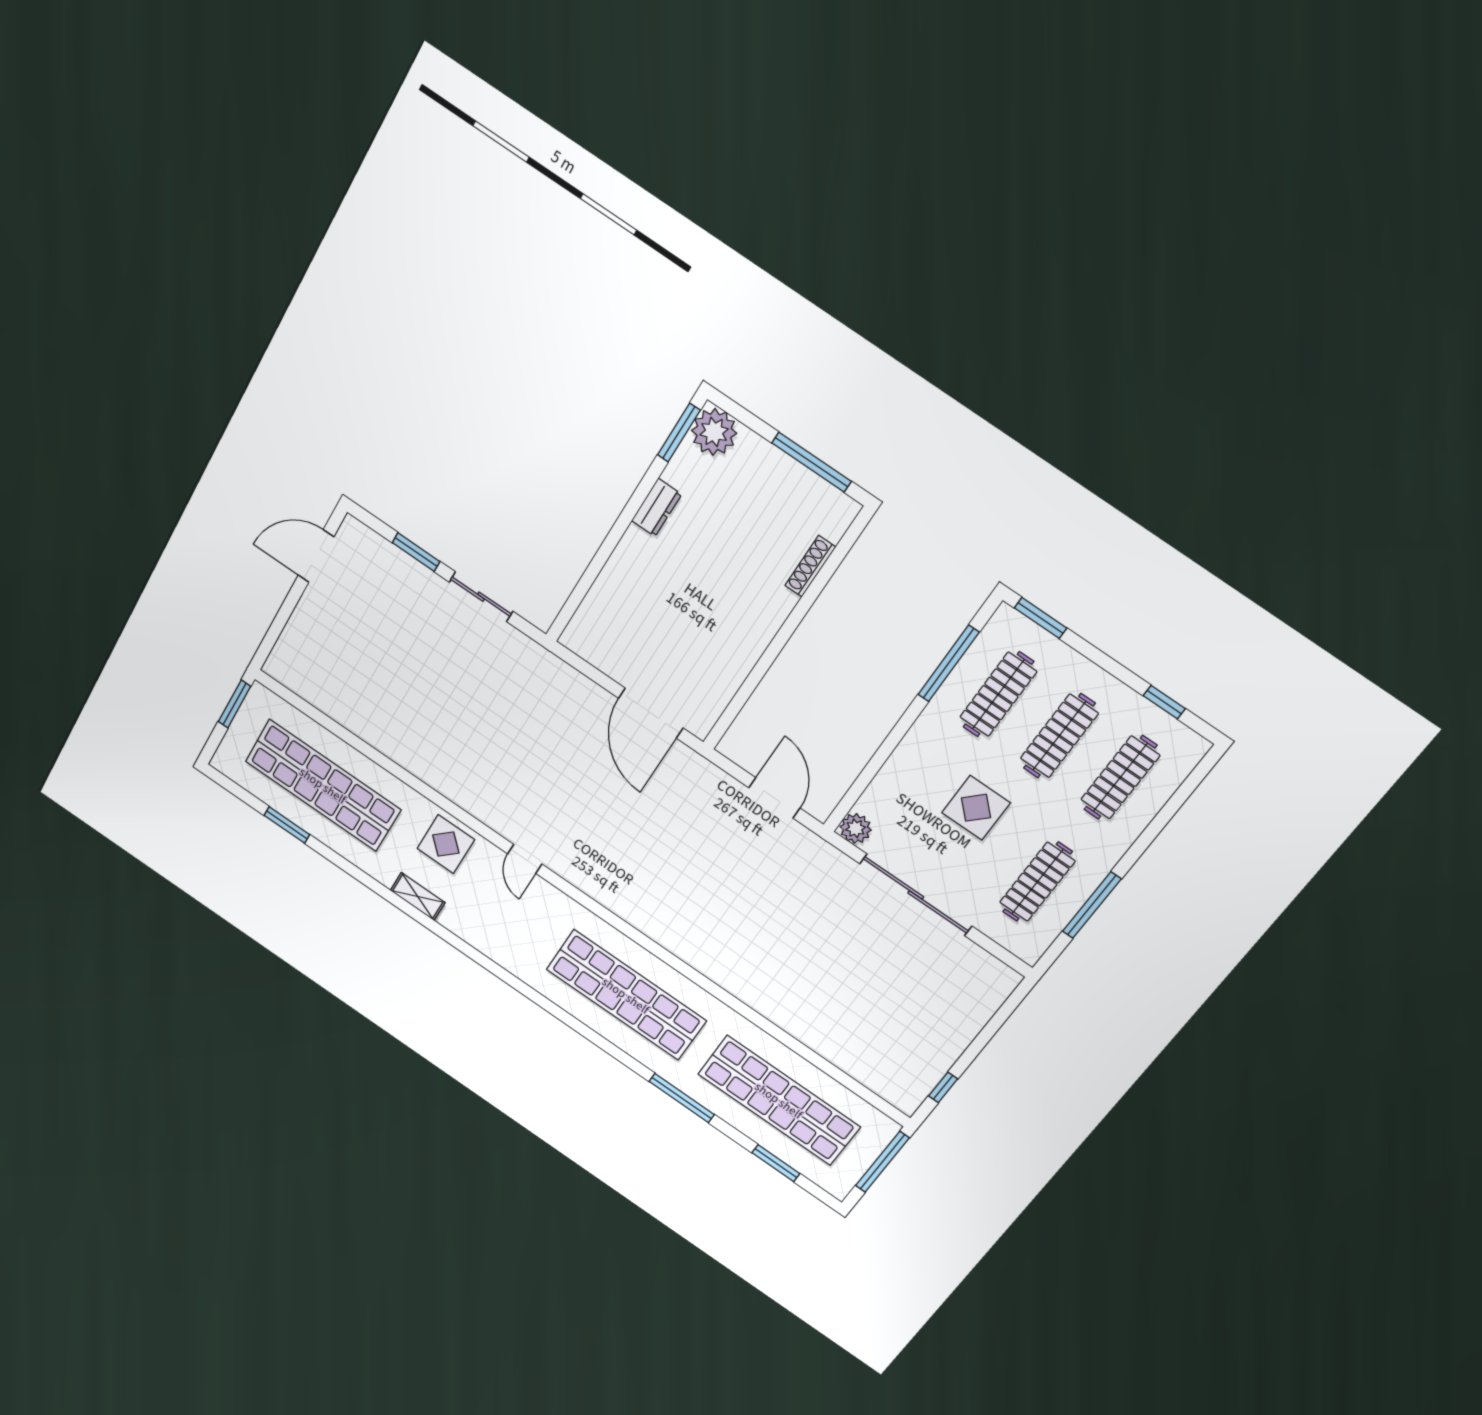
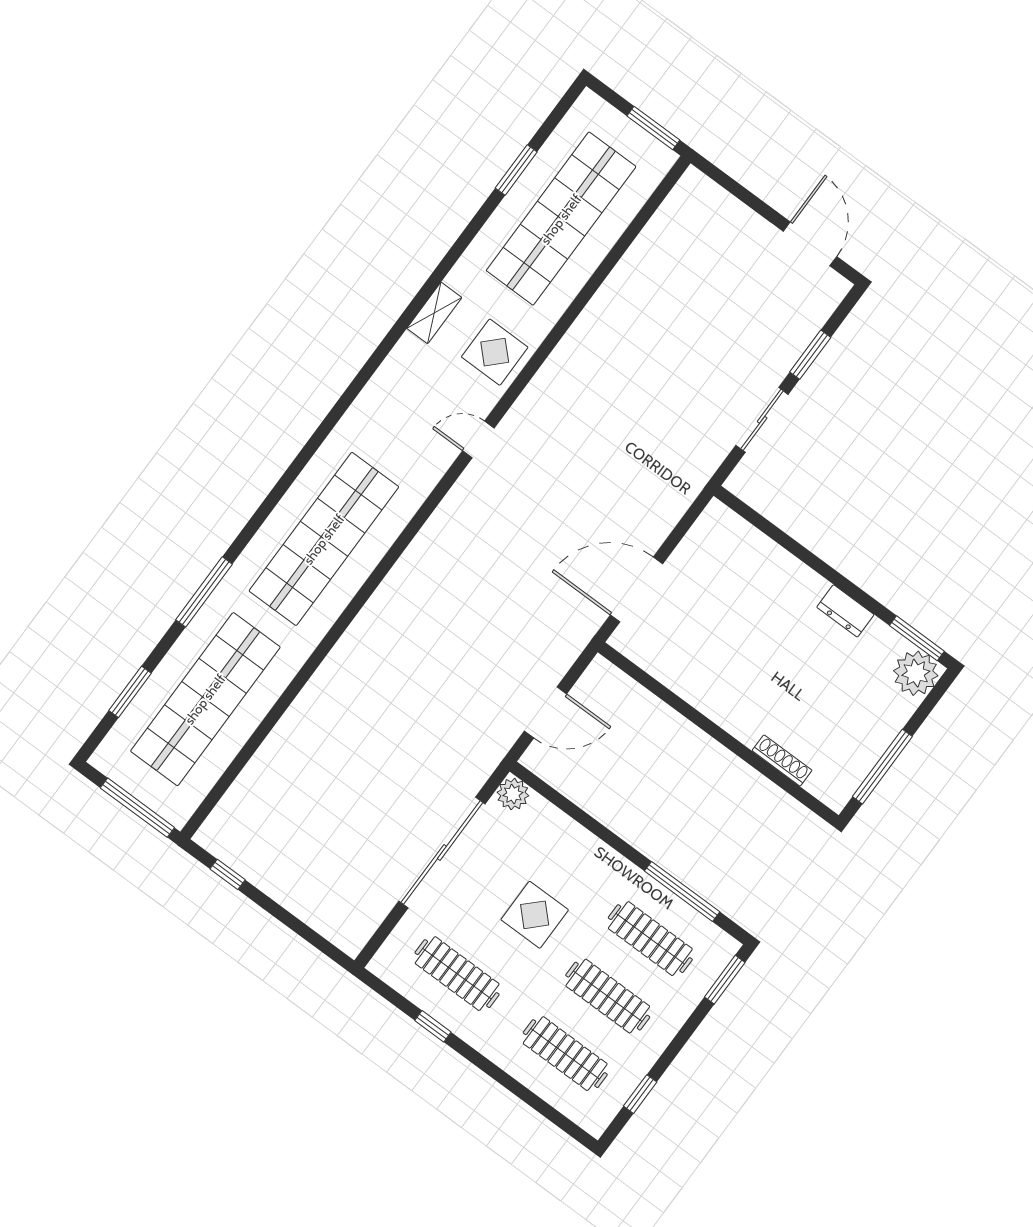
window: (1092, 905) -> (433, 1026), width x0.46

